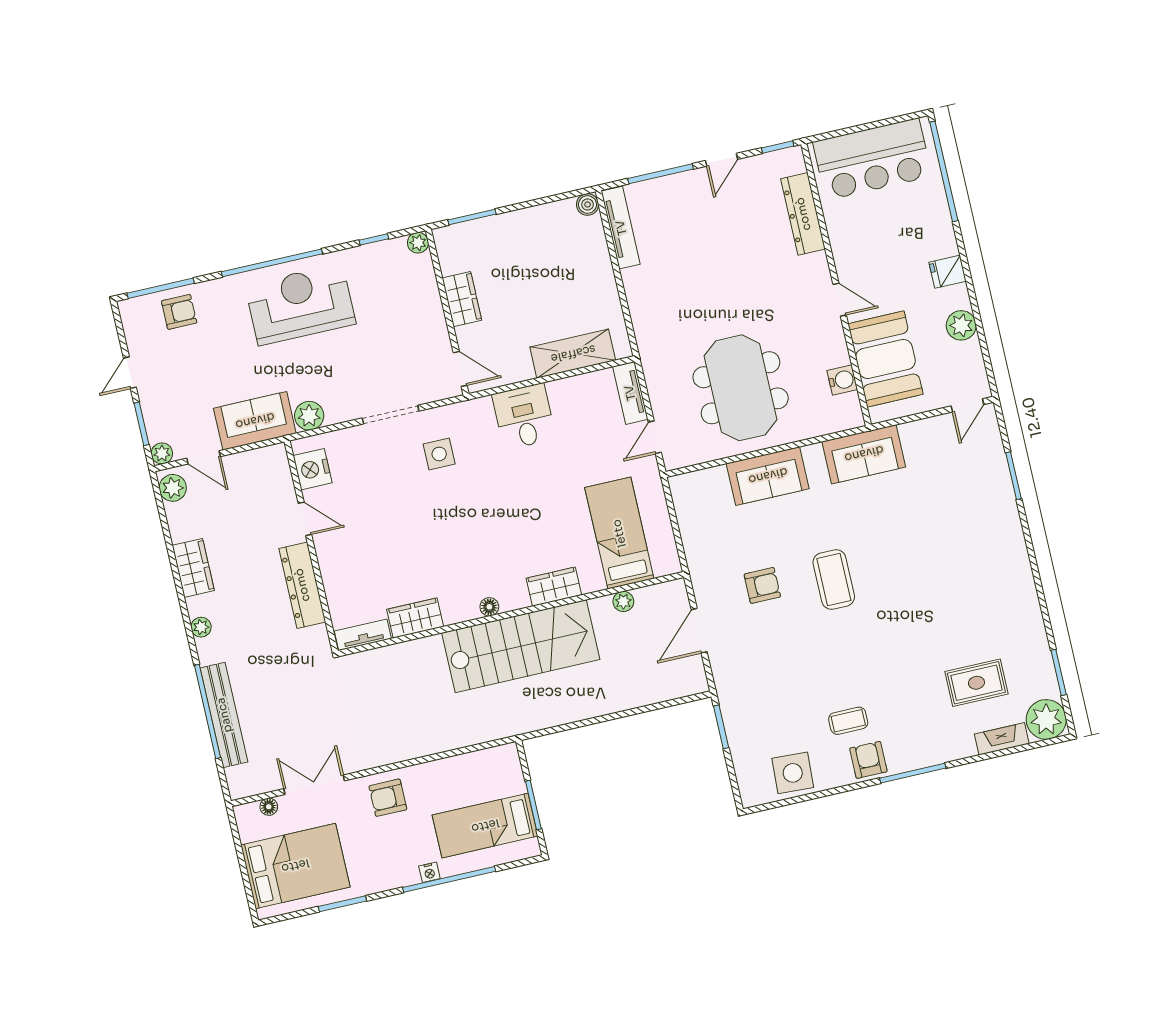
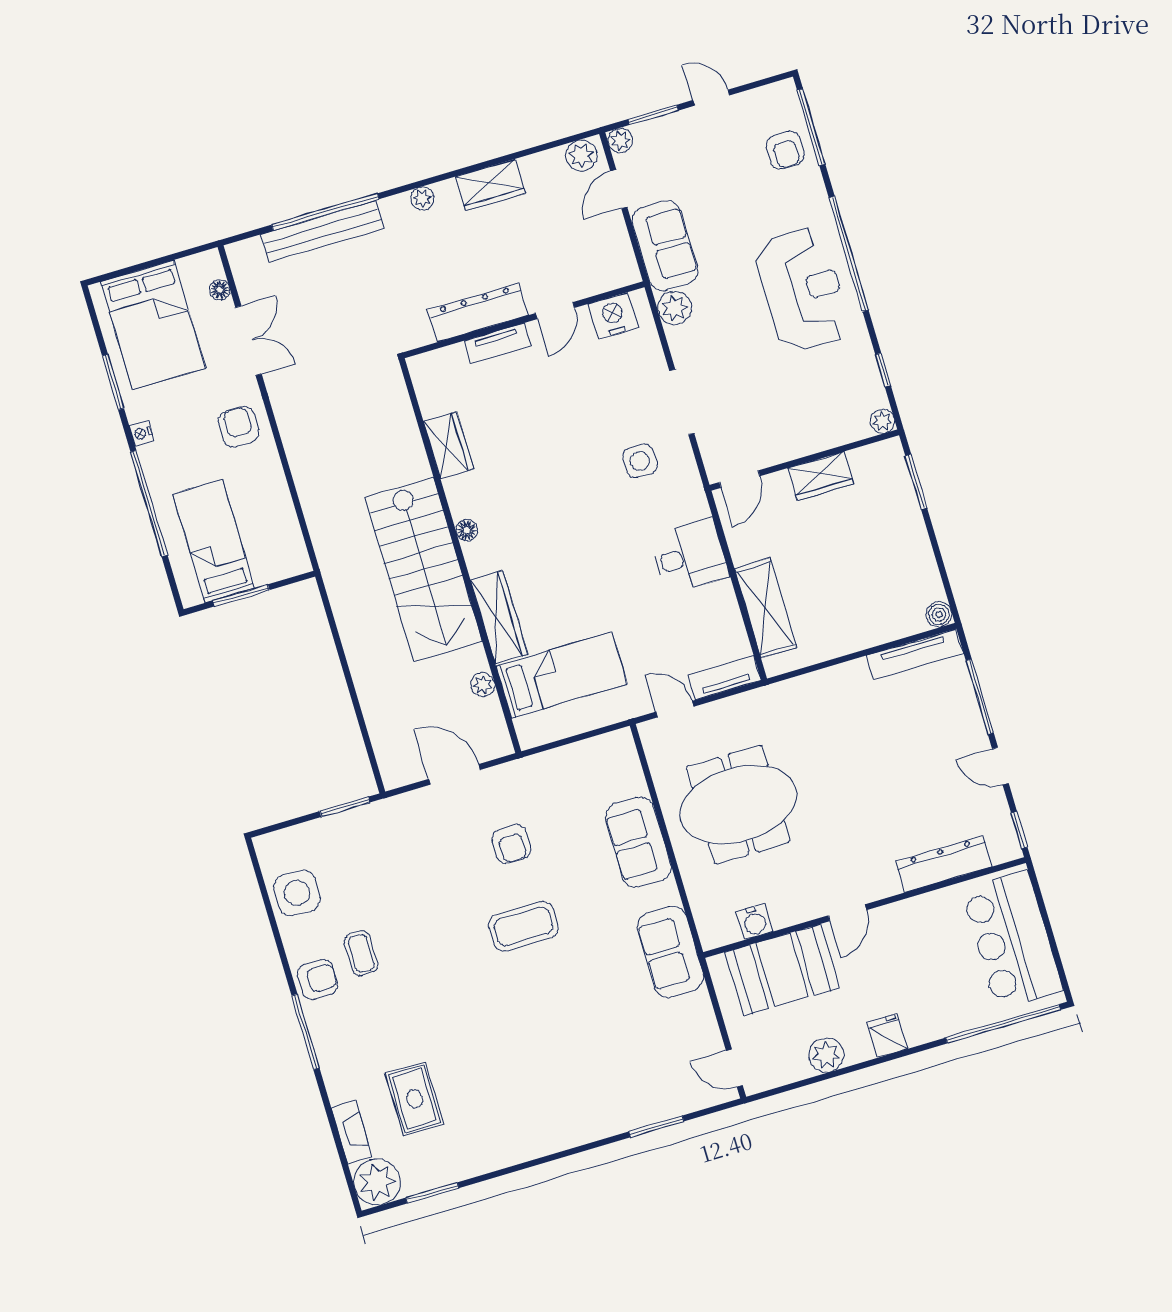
wardrobe: (554, 587) -> (499, 617), width x1.50
tv unit: (363, 635) -> (497, 343), moved, turned 90
nightstand: (429, 872) -> (142, 433), moved

